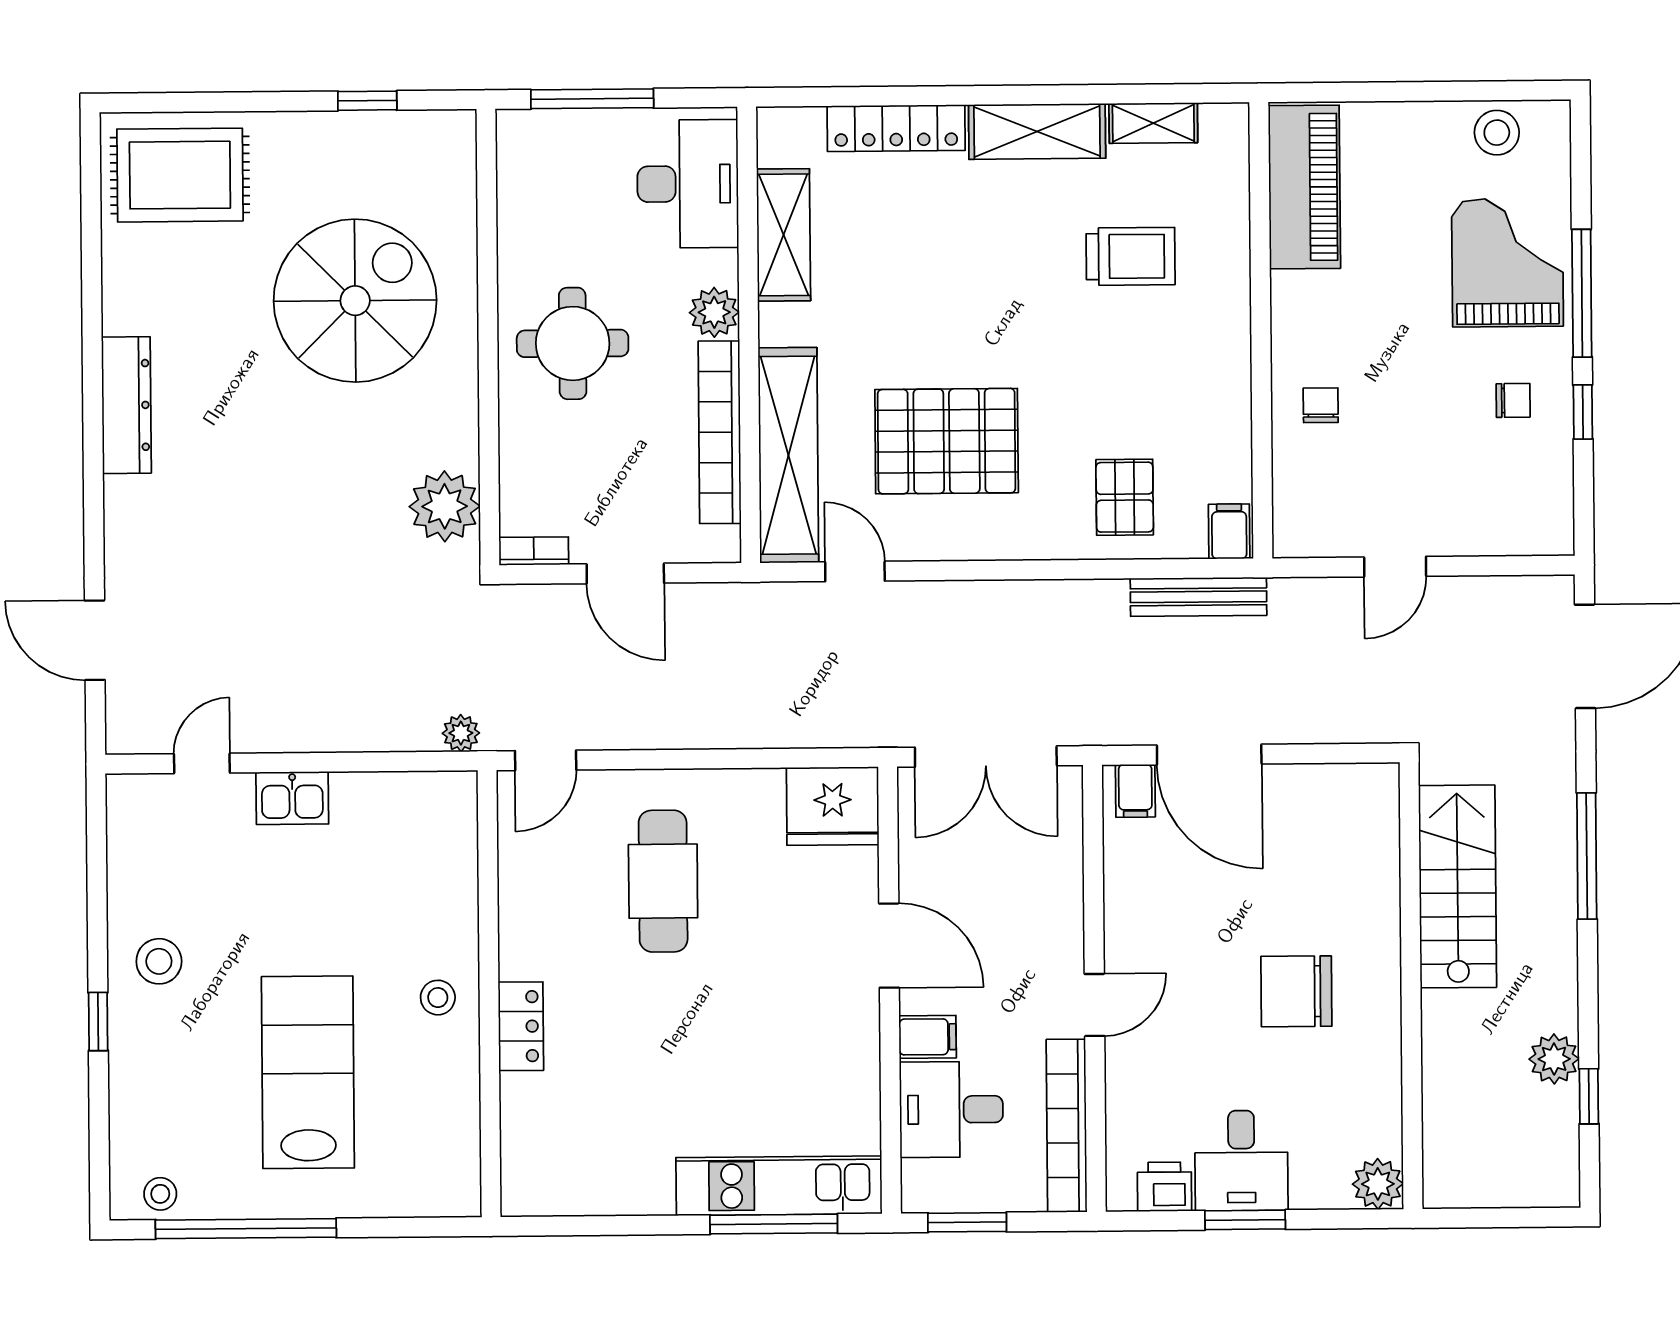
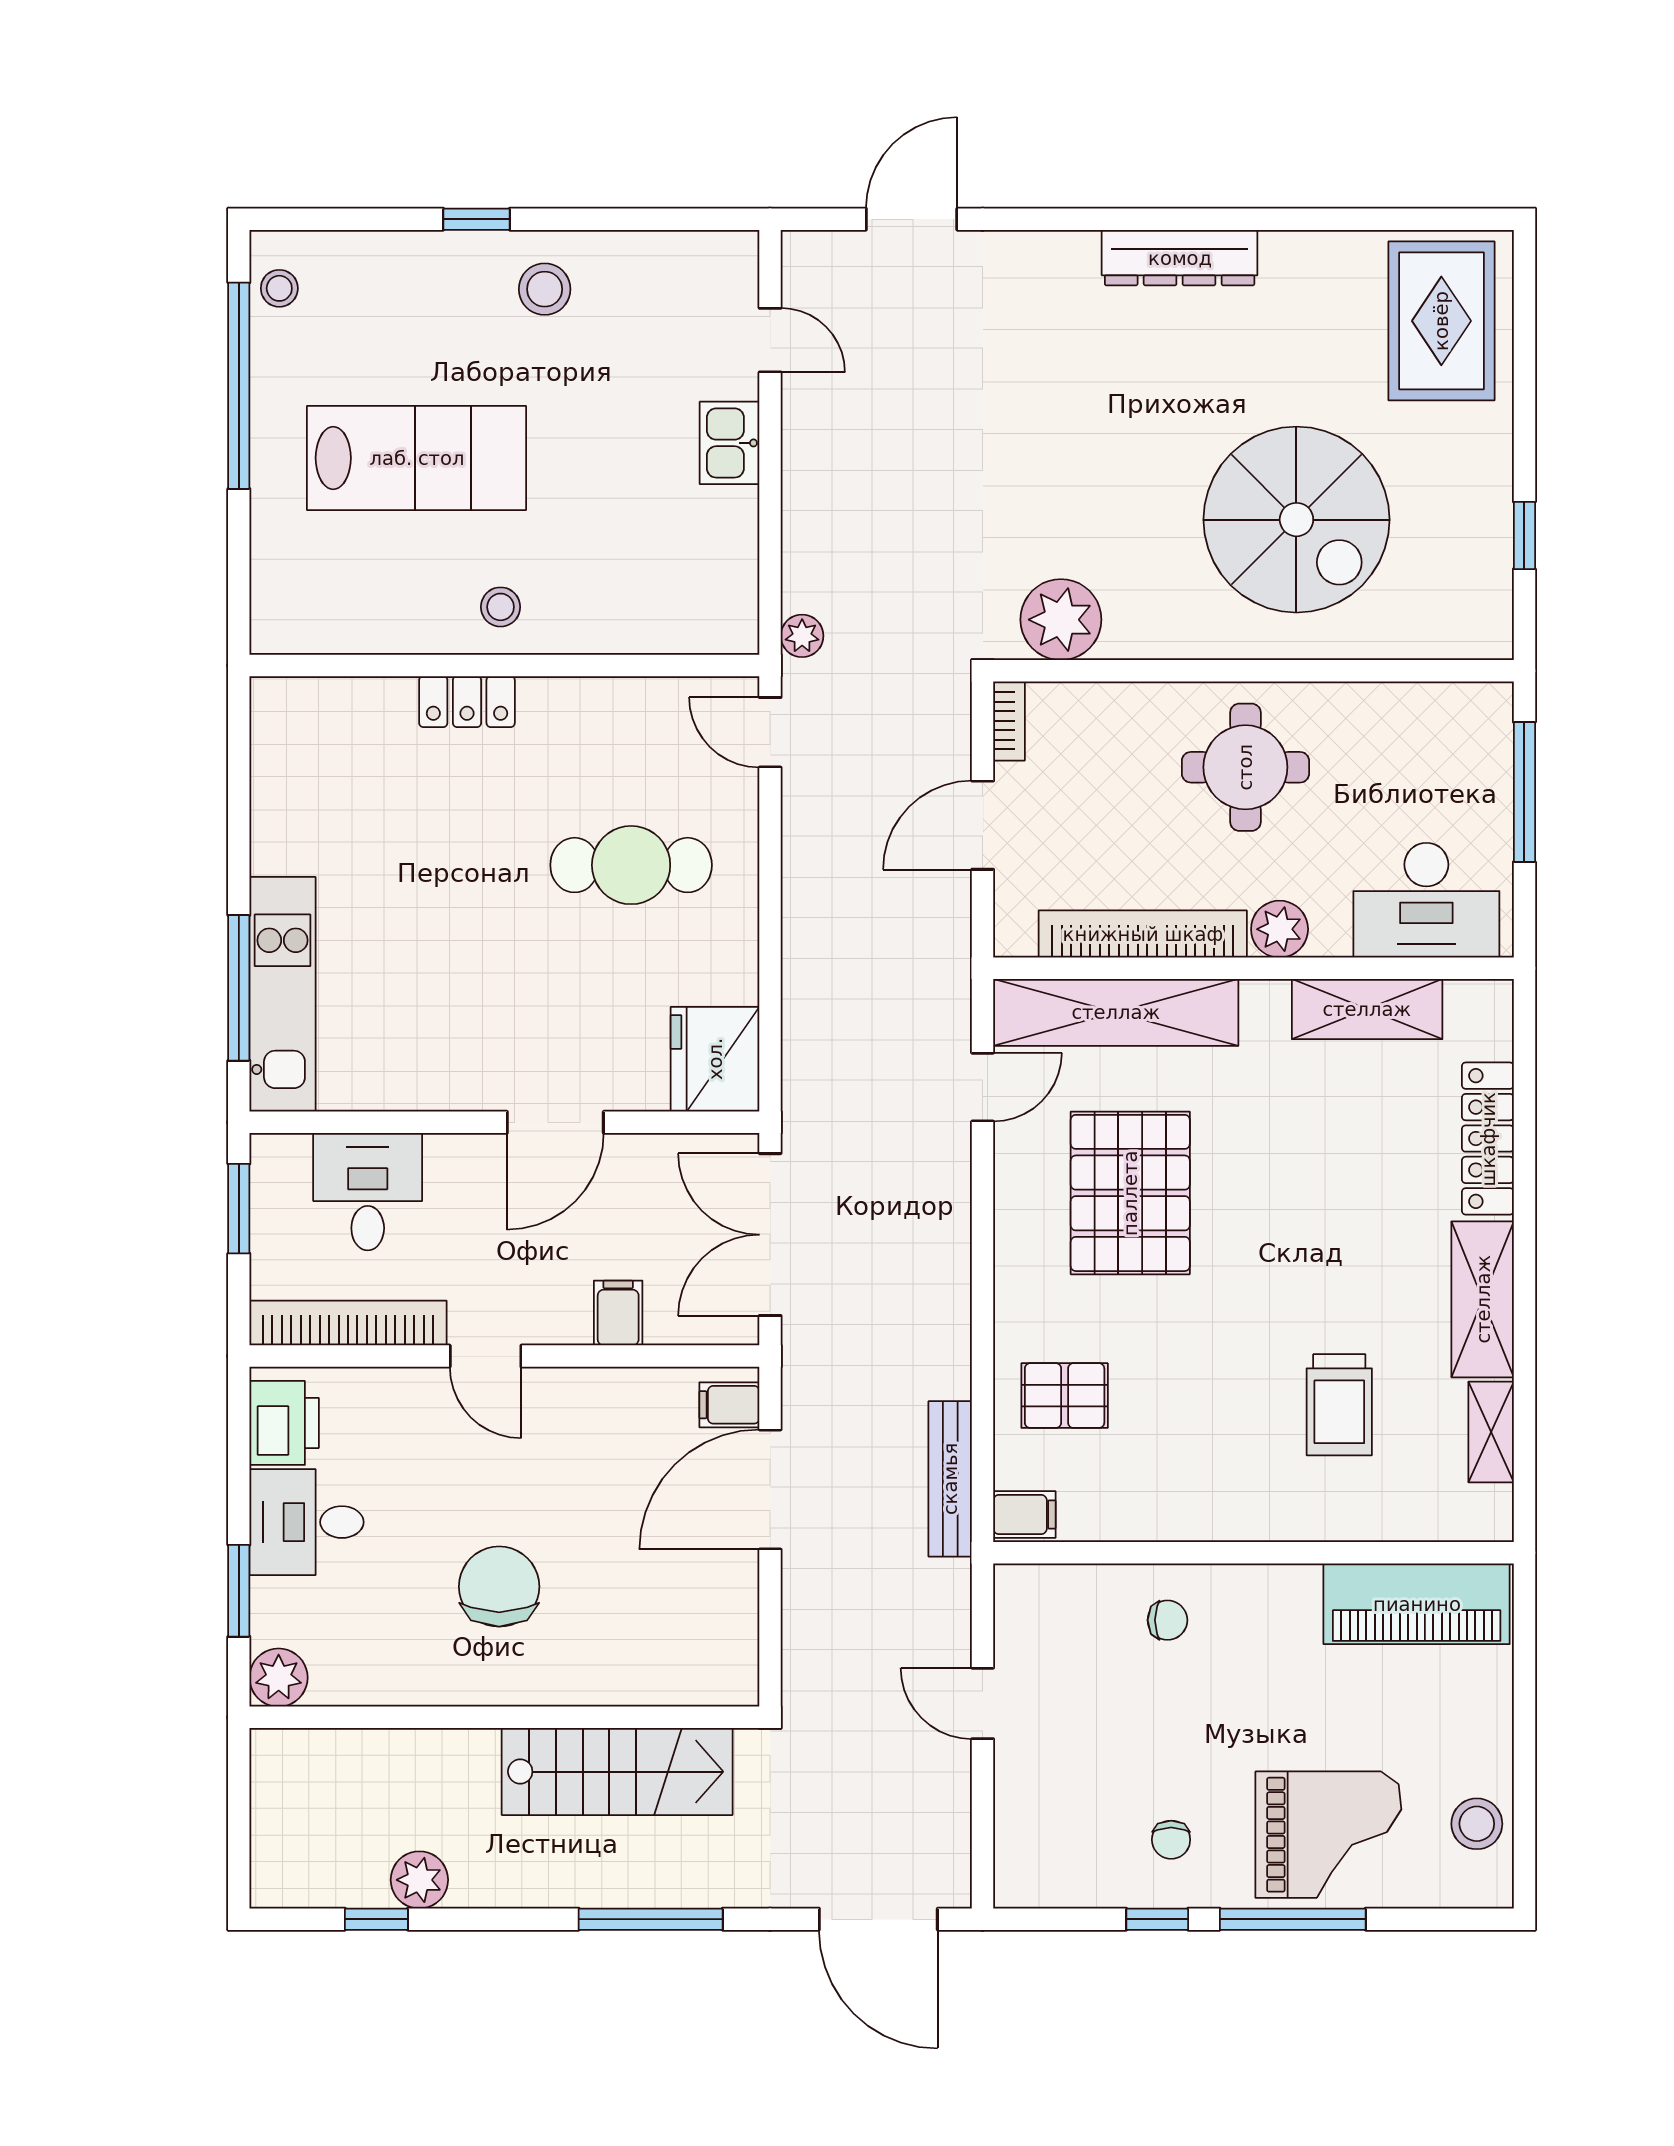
filing cabinet: (928, 1037) -> (618, 1313), moved, turned 180
printer: (1164, 1187) -> (284, 1423), width x1.36, depth x1.24
window: (1245, 1220) -> (239, 1591), moved

